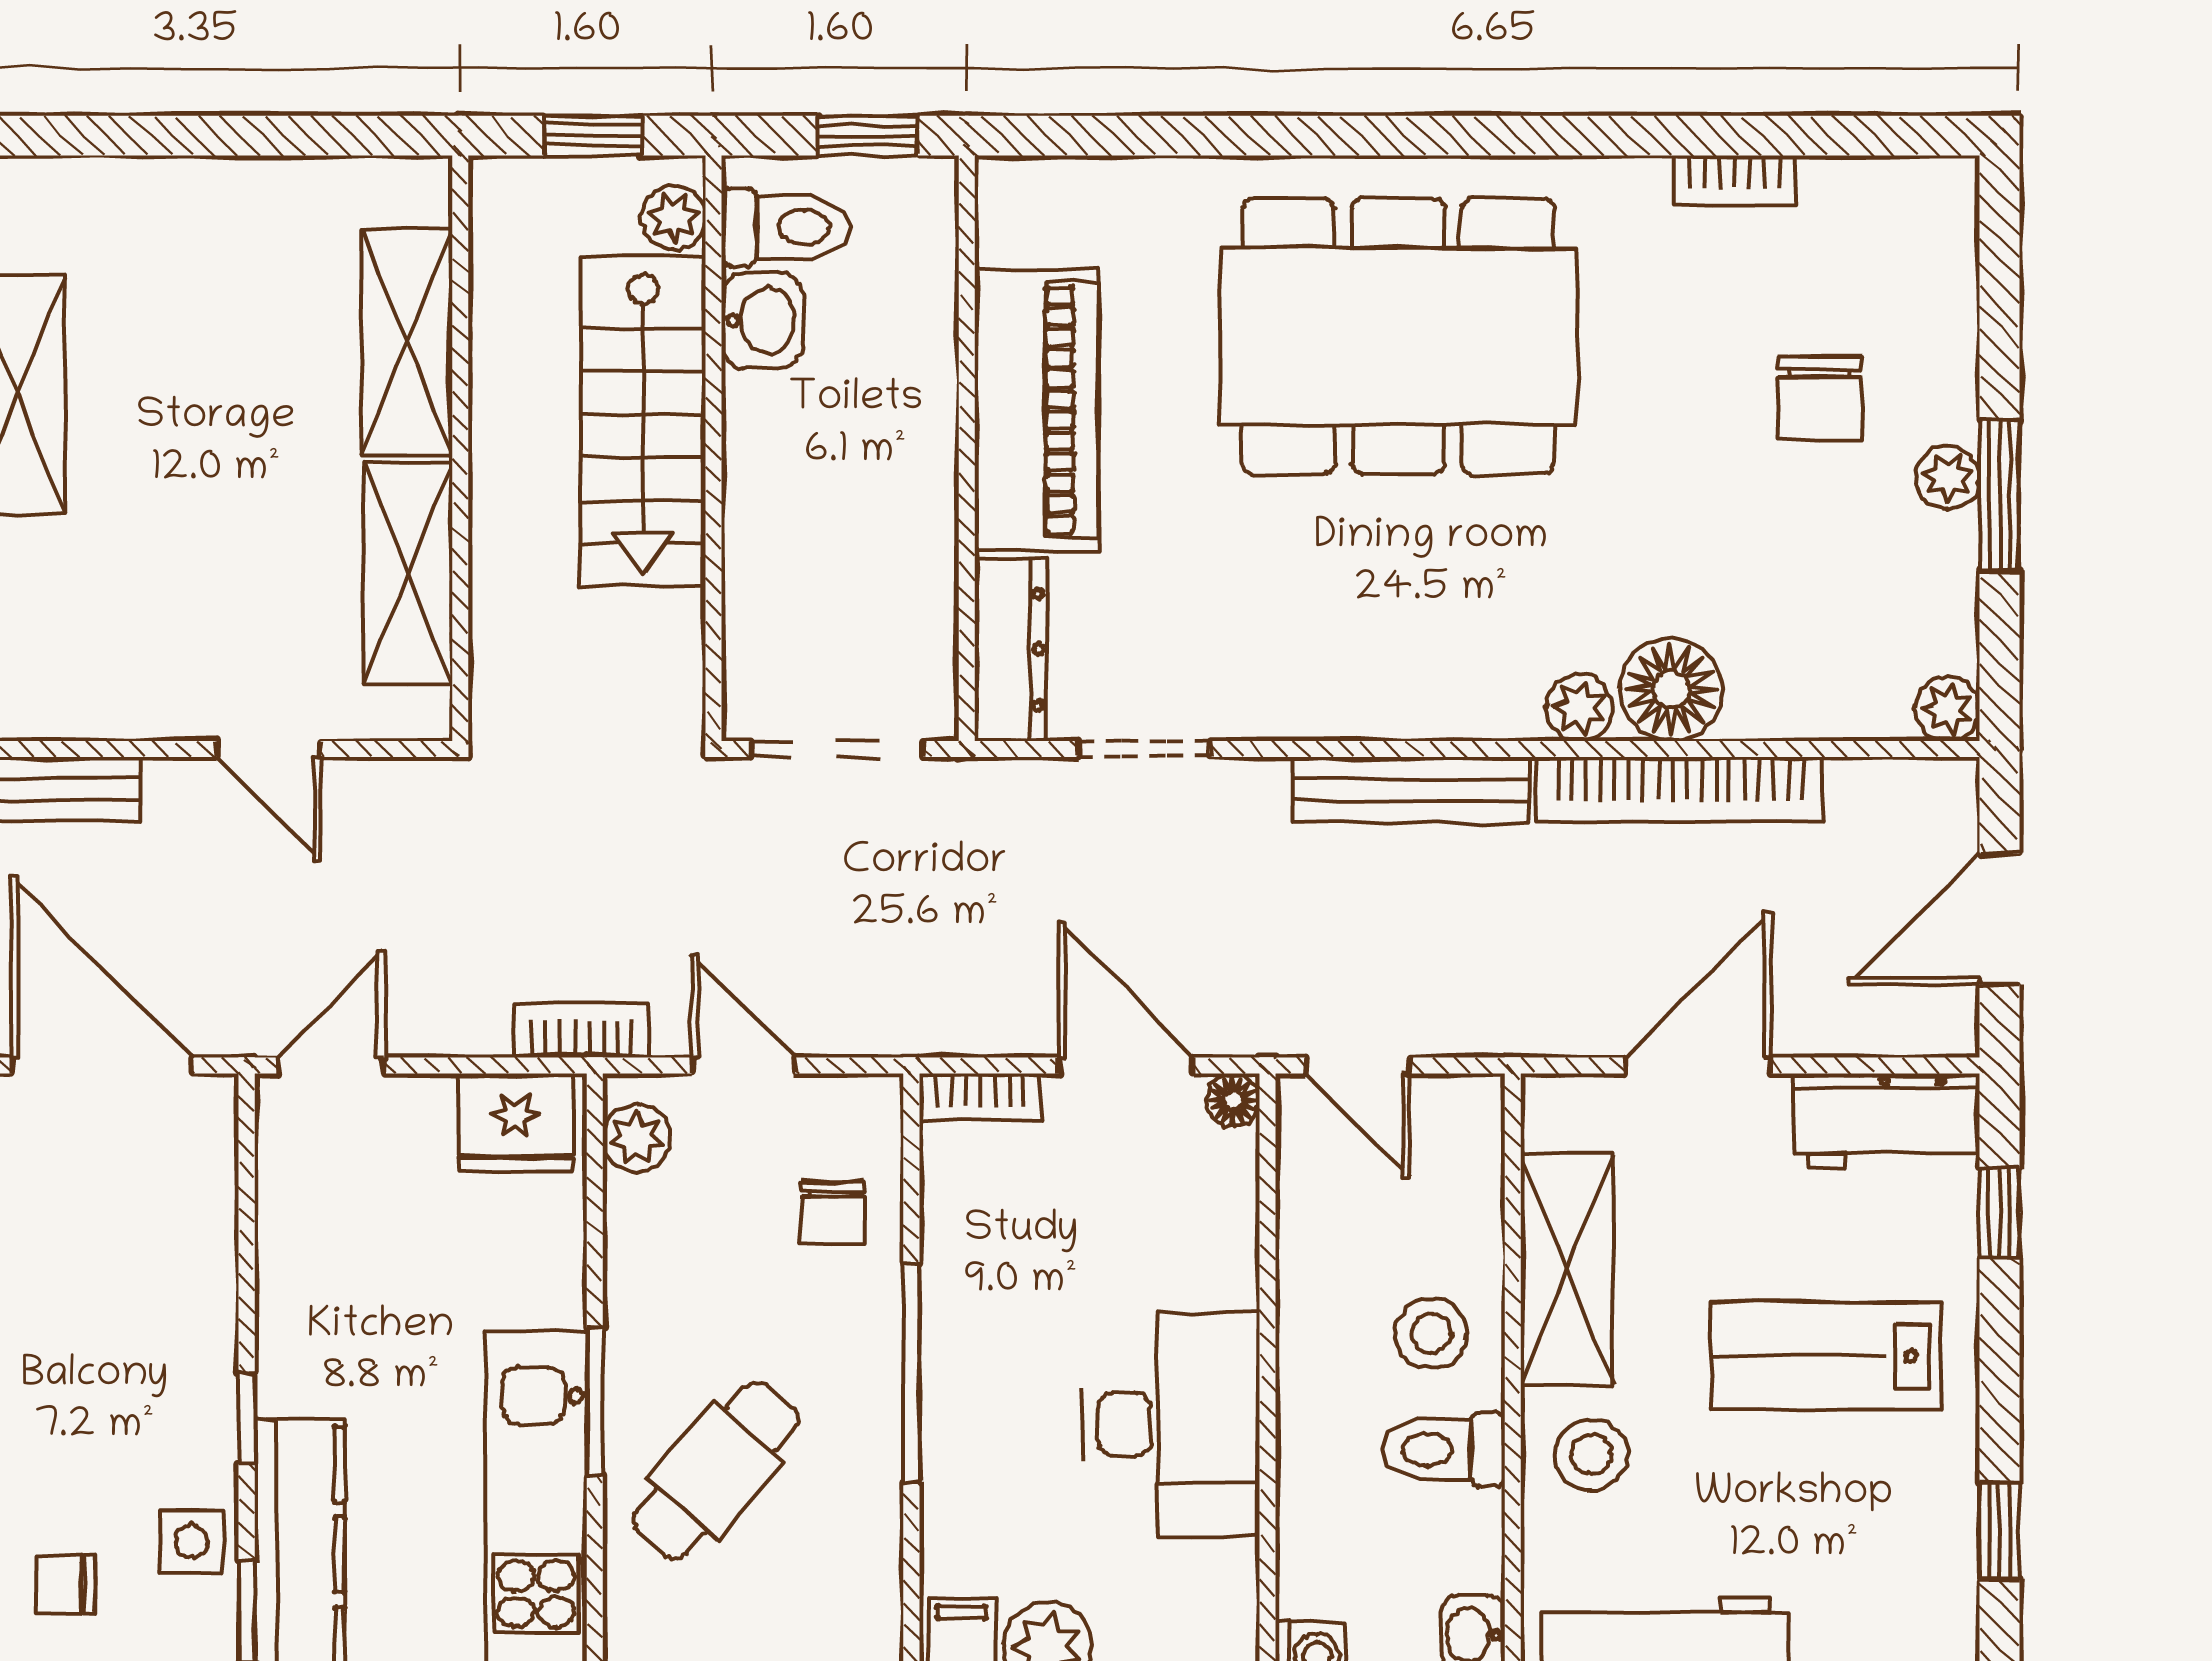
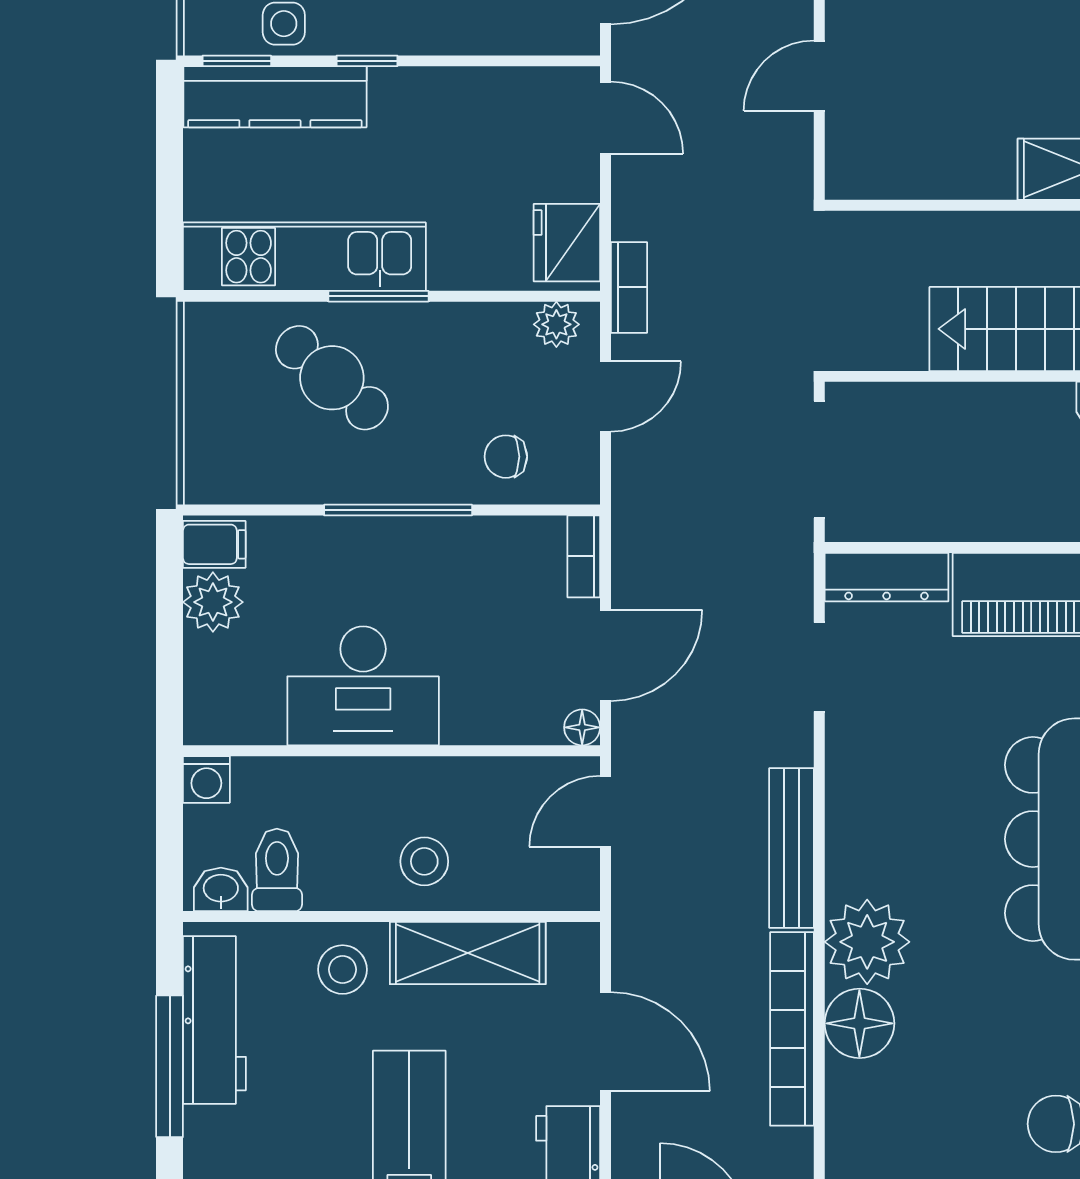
shelving: (408, 573) -> (938, 170), removed
plant: (1580, 708) -> (867, 942), width x1.87, depth x1.87
toilet: (1444, 1450) -> (277, 870), moved

